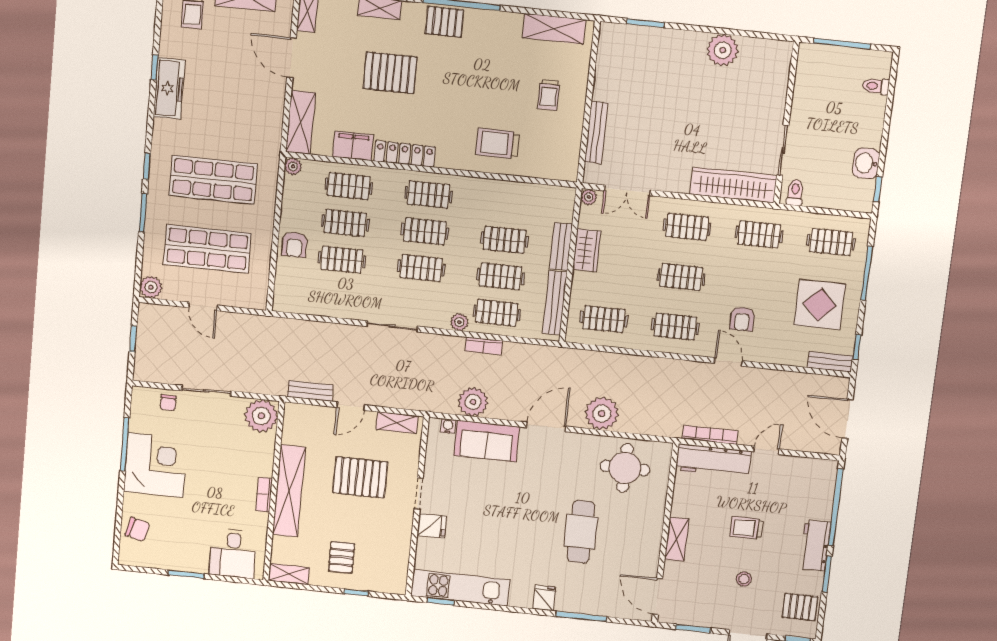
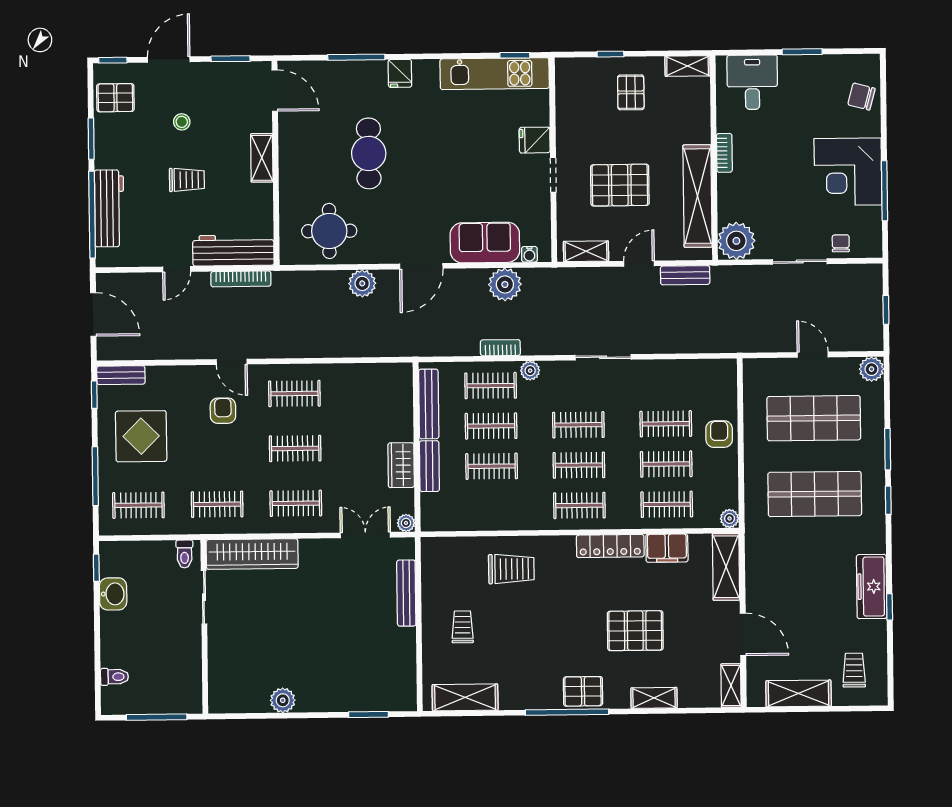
plant: (723, 50) -> (283, 700), width x0.73, depth x0.73
clothes rail: (604, 319) -> (373, 393), removed
plant: (602, 413) -> (362, 283), width x0.73, depth x0.73
shelving: (289, 491) -> (698, 196), moved
workbench: (815, 545) -> (109, 208), moved, width x1.38

